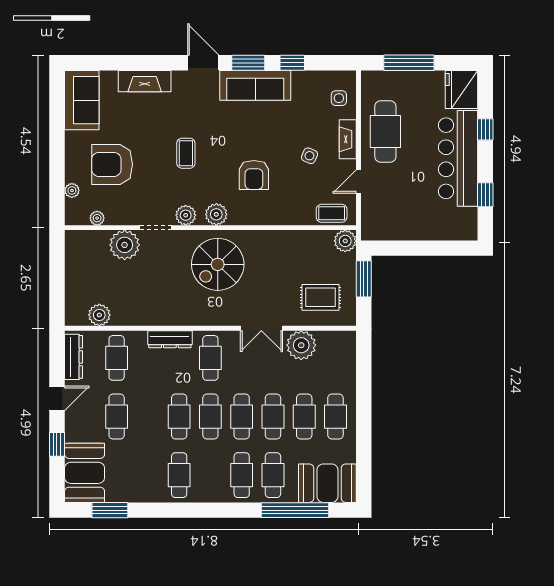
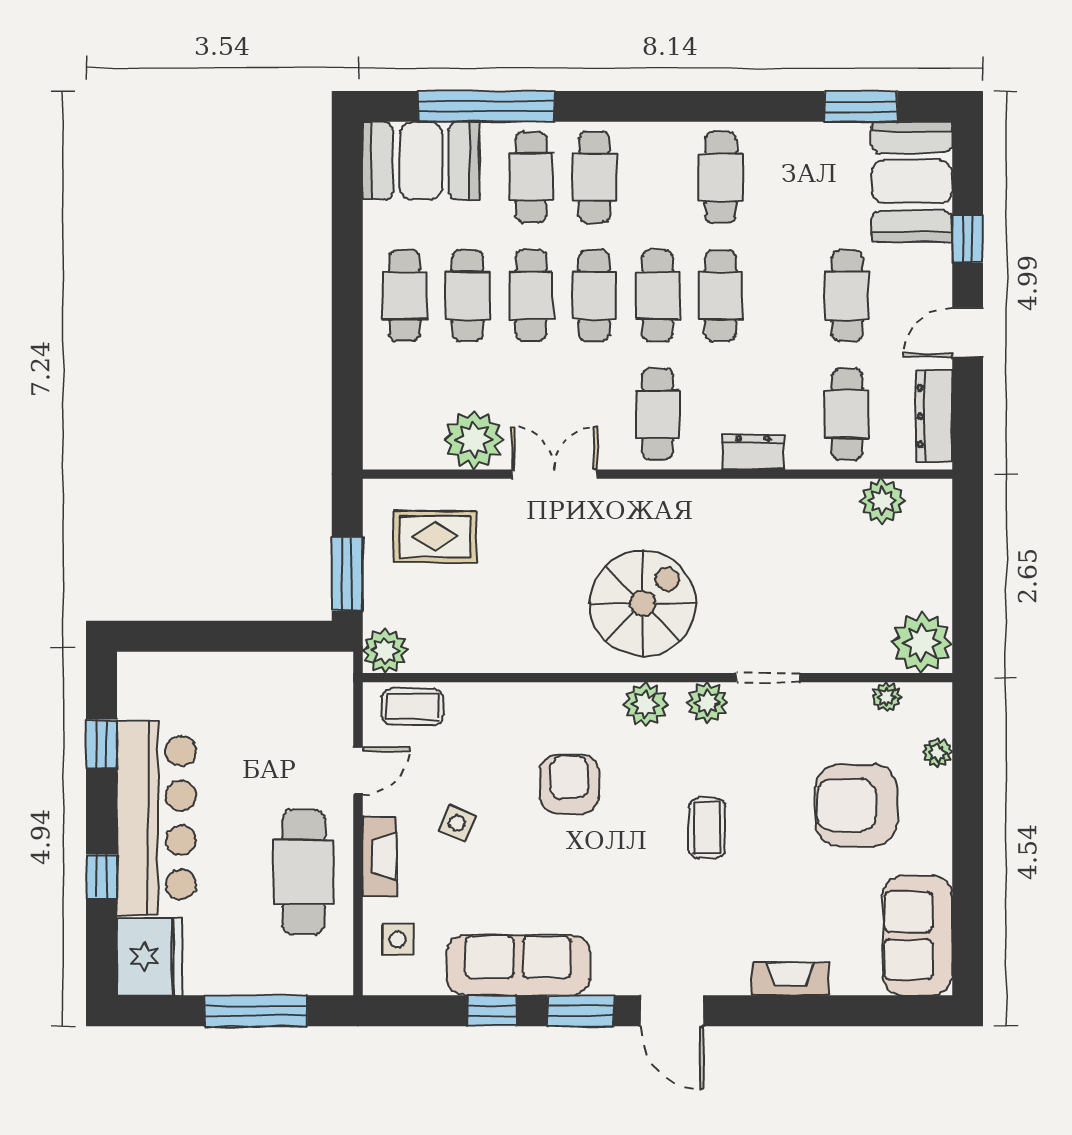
fireplace: (145, 81) -> (790, 979), width x0.73, depth x0.76
sofa: (255, 85) -> (518, 965), moved
armchair: (112, 164) -> (856, 805), turned 180
plant: (125, 245) -> (922, 643), moved
dresser: (170, 339) -> (753, 452), width x0.70

